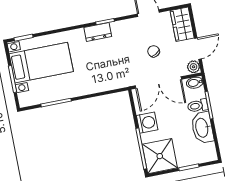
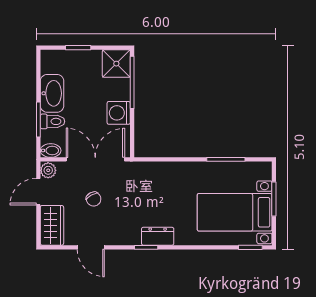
shower: (160, 156) -> (116, 64), width x0.73, depth x0.73

